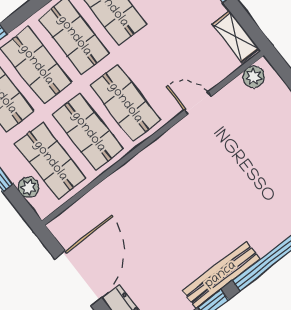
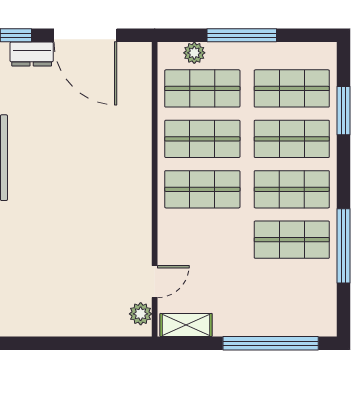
door: (198, 103) -> (155, 282), moved

